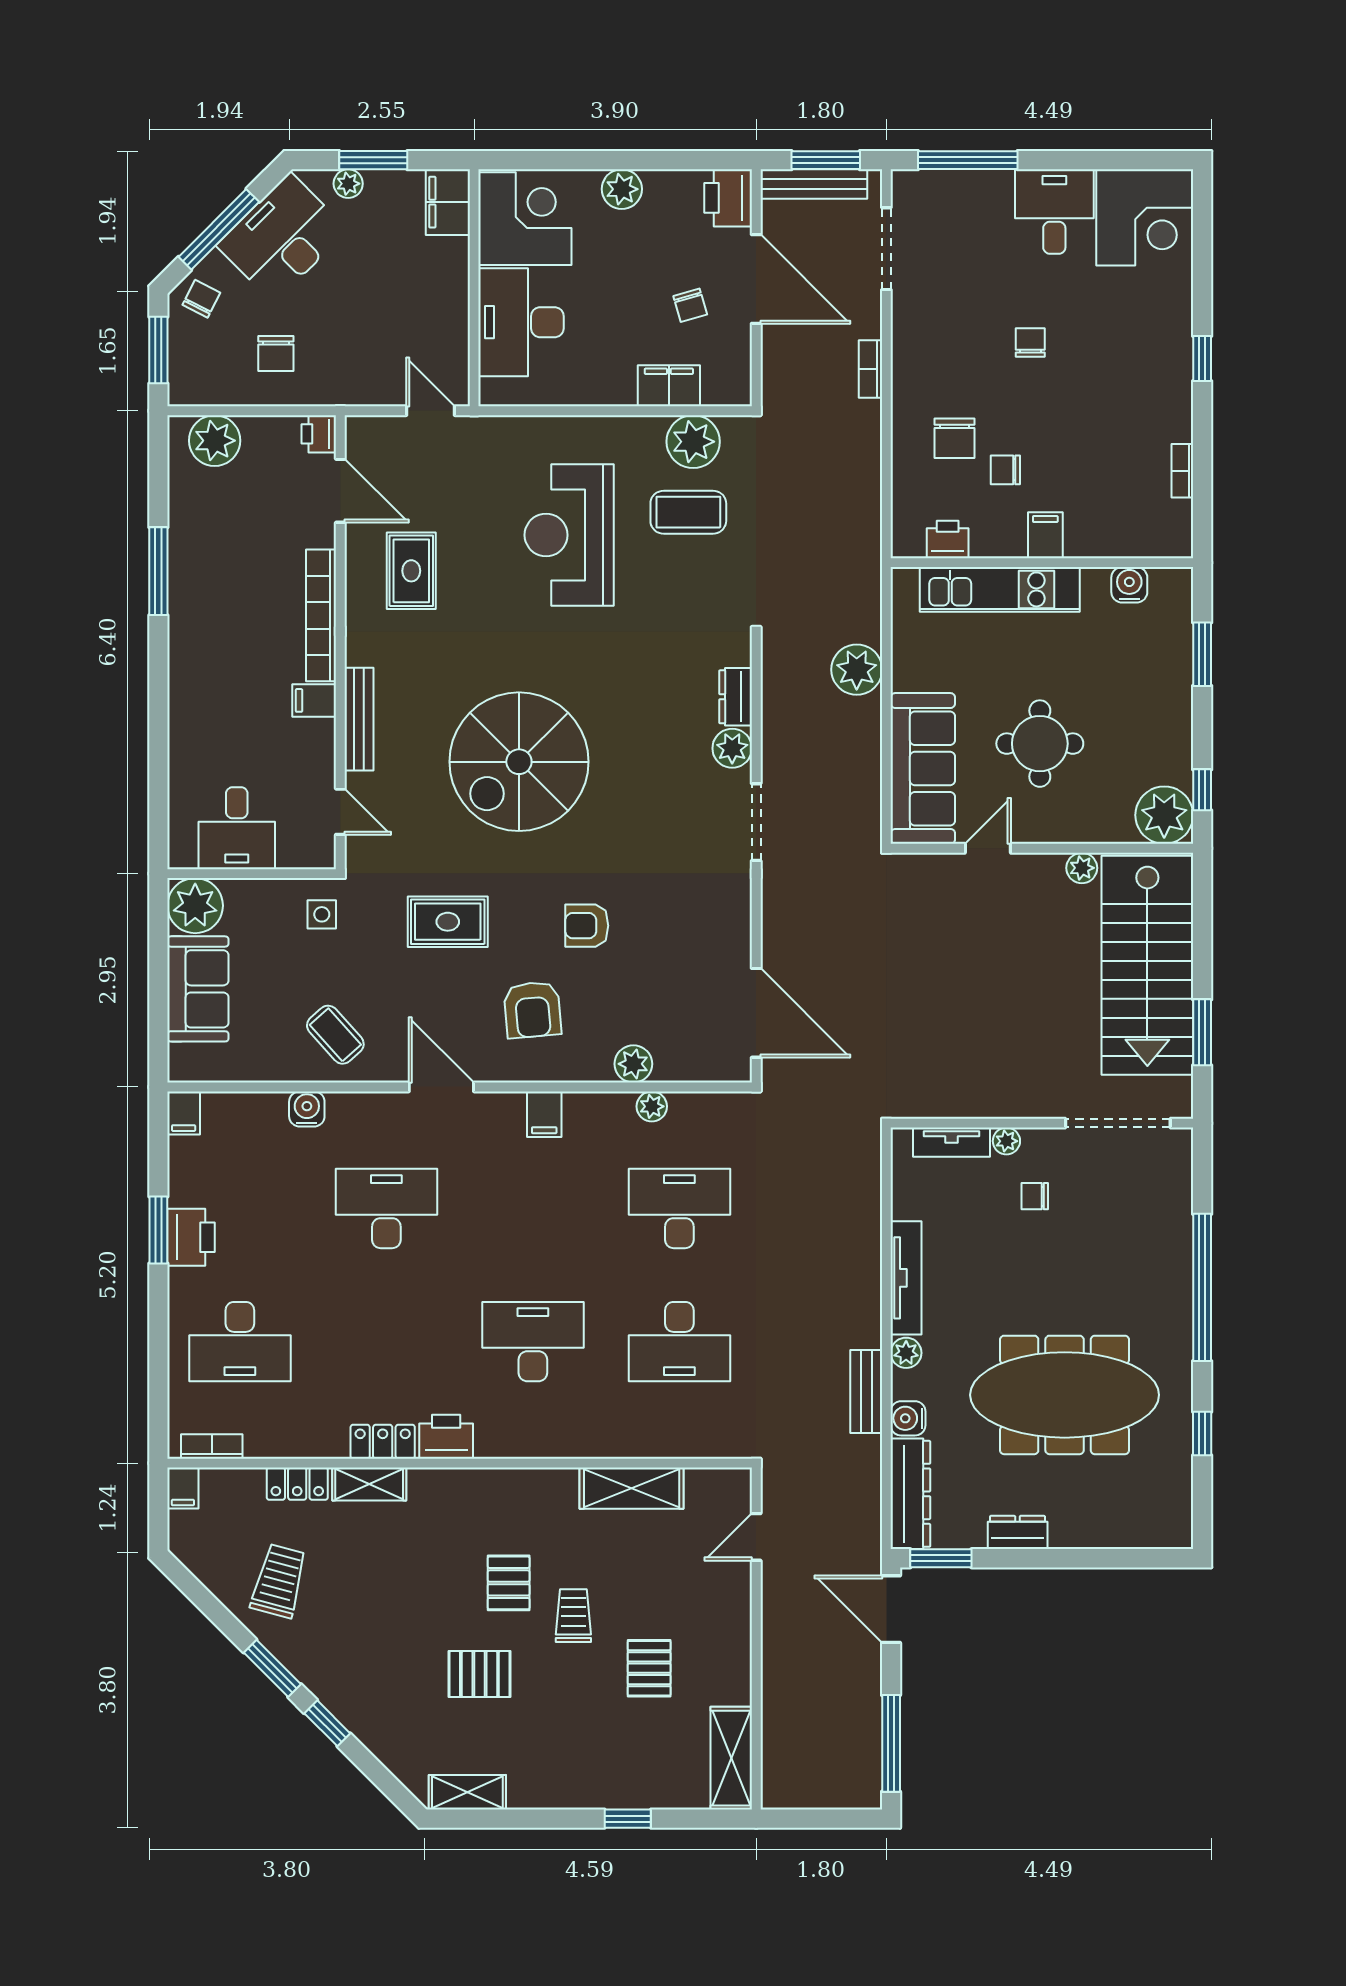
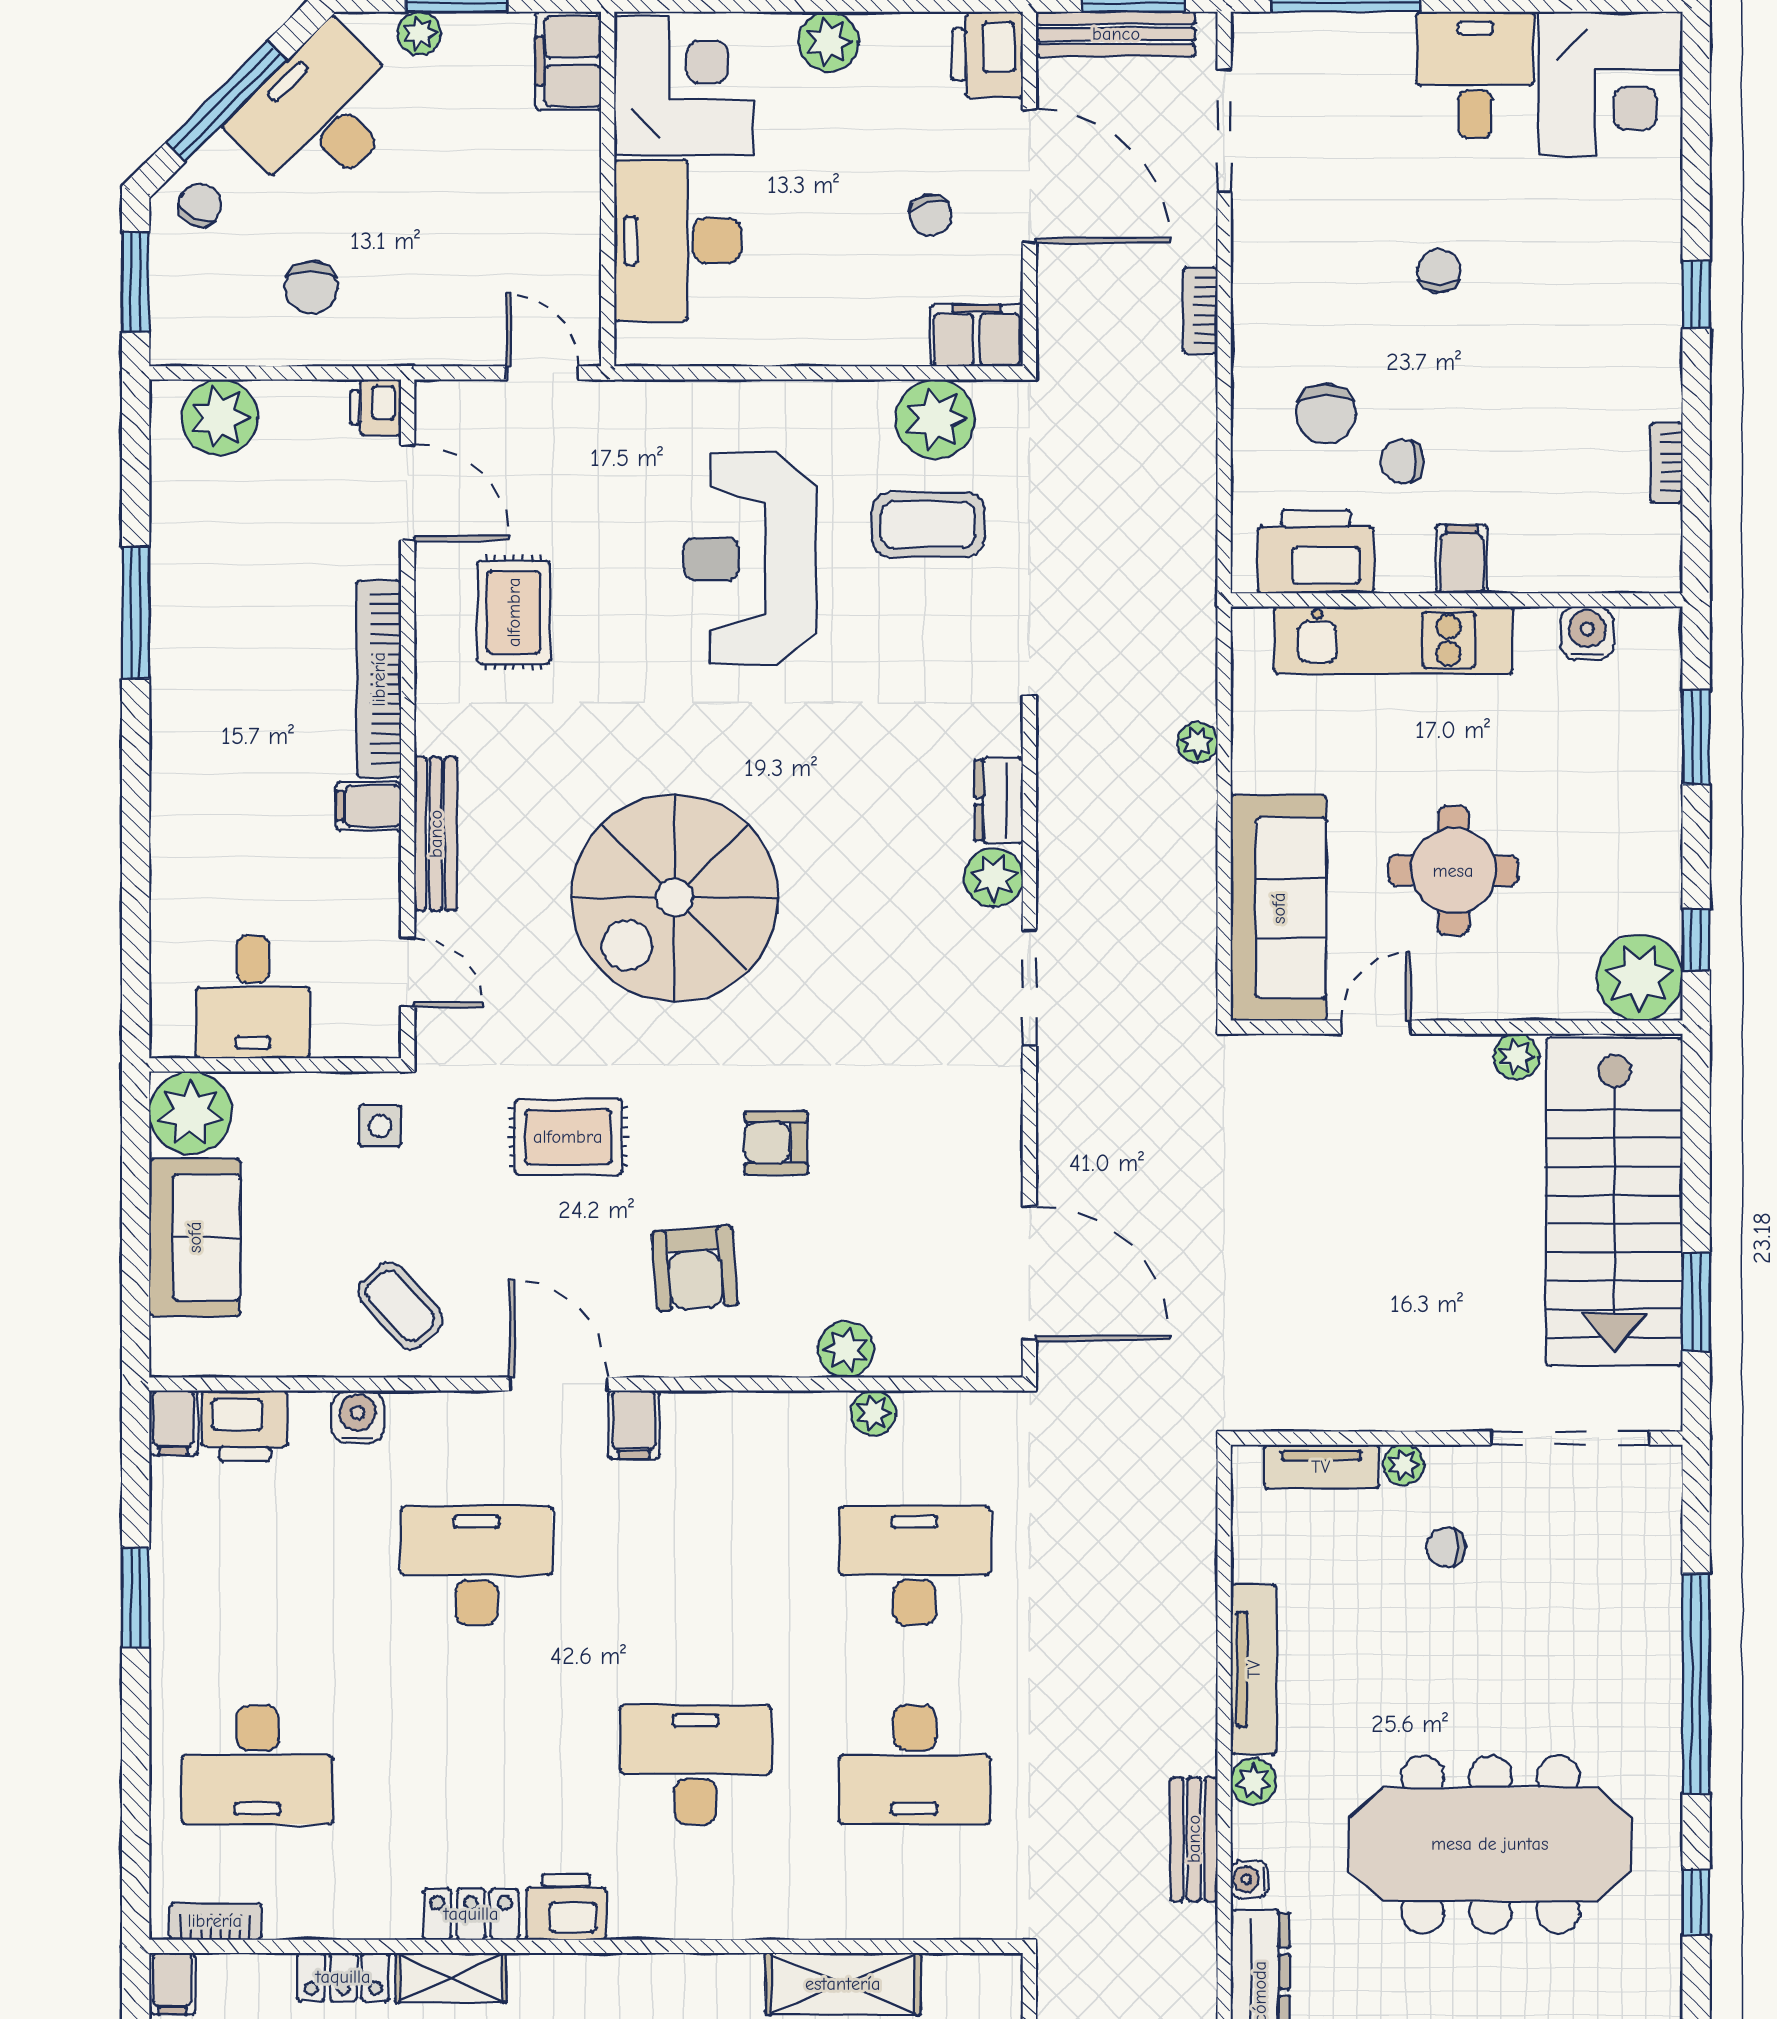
filing cabinet: (669, 386) -> (977, 336), moved
printer: (948, 539) -> (1316, 552), width x1.87, depth x1.48
plant: (857, 670) -> (1197, 742), width x0.53, depth x0.53
filing cabinet: (544, 1114) -> (634, 1425), moved
printer: (191, 1237) -> (245, 1426), moved, turned 90
water cooler: (908, 1418) -> (1249, 1879), width x0.72, depth x0.72

